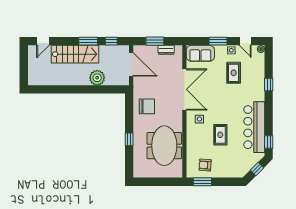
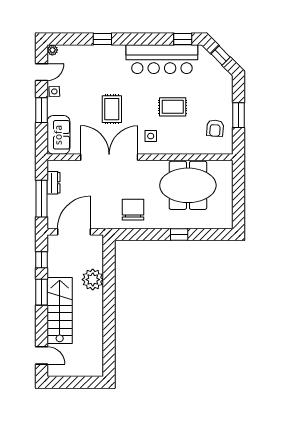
window: (155, 41) -> (42, 199), width x1.44
rug: (234, 73) -> (112, 109), moved, turned 90
window: (202, 182) -> (239, 115), moved

